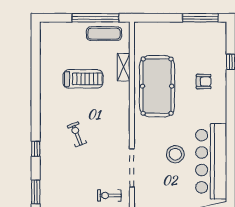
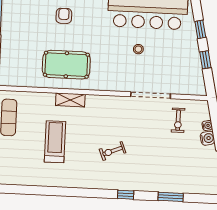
shelving: (124, 67) -> (70, 100), moved
pool table: (157, 86) -> (66, 65), width x0.73, depth x0.76
stool: (175, 154) -> (138, 49), width x0.53, depth x0.53

